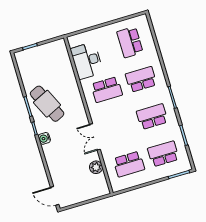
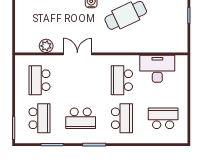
school desk: (152, 117) -> (81, 118), turned 90

